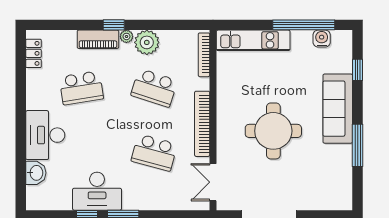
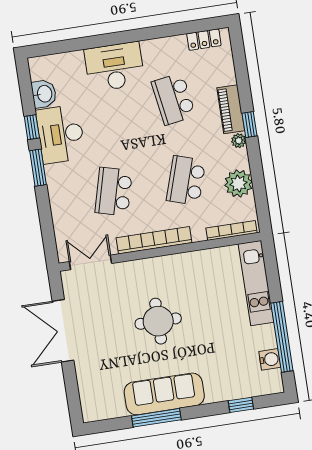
plant: (147, 42) -> (238, 184), moved
sofa: (338, 109) -> (164, 394), moved
round table: (273, 131) -> (158, 321), width x0.73, depth x0.73
washbasin: (36, 173) -> (44, 94), moved, turned -90

